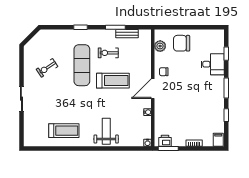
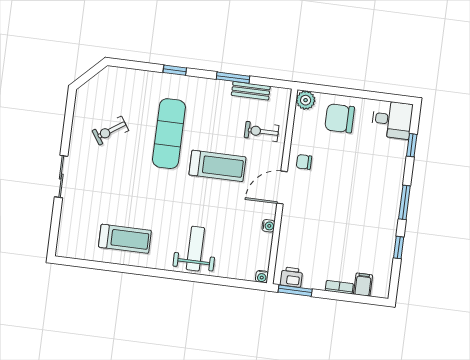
plant: (160, 46) -> (306, 100), moved
exercise bike: (108, 53) -> (262, 131), moved
desk: (213, 64) -> (392, 120), moved
filing cabinet: (218, 140) -> (363, 285), moved

